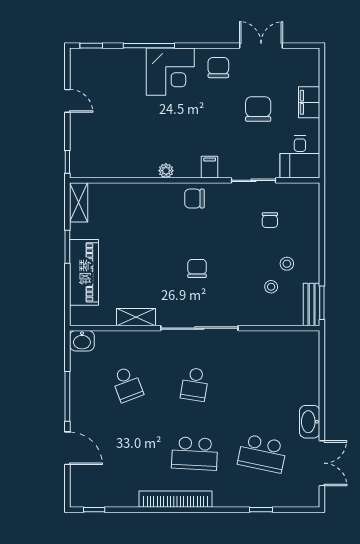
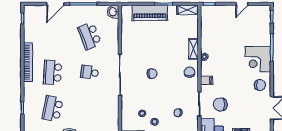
chair: (258, 109) -> (220, 104), moved, turned 180
shelving: (136, 317) -> (193, 49), moved
school desk: (127, 384) -> (90, 36), width x1.85

